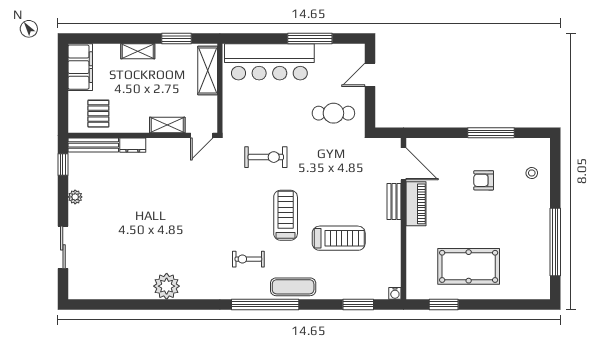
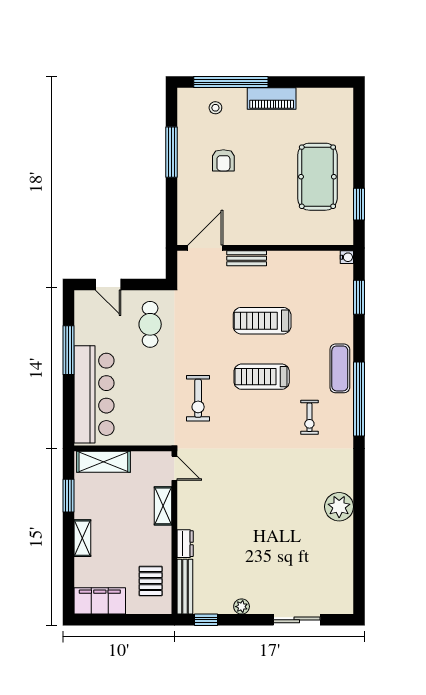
pallet: (98, 114) -> (151, 581), turned 90
exercise bike: (266, 157) -> (198, 398), turned 180
piano: (416, 204) -> (272, 98), moved, turned 180
treadmill: (339, 238) -> (262, 321), moved, turned -90
window: (555, 242) -> (231, 82), moved

